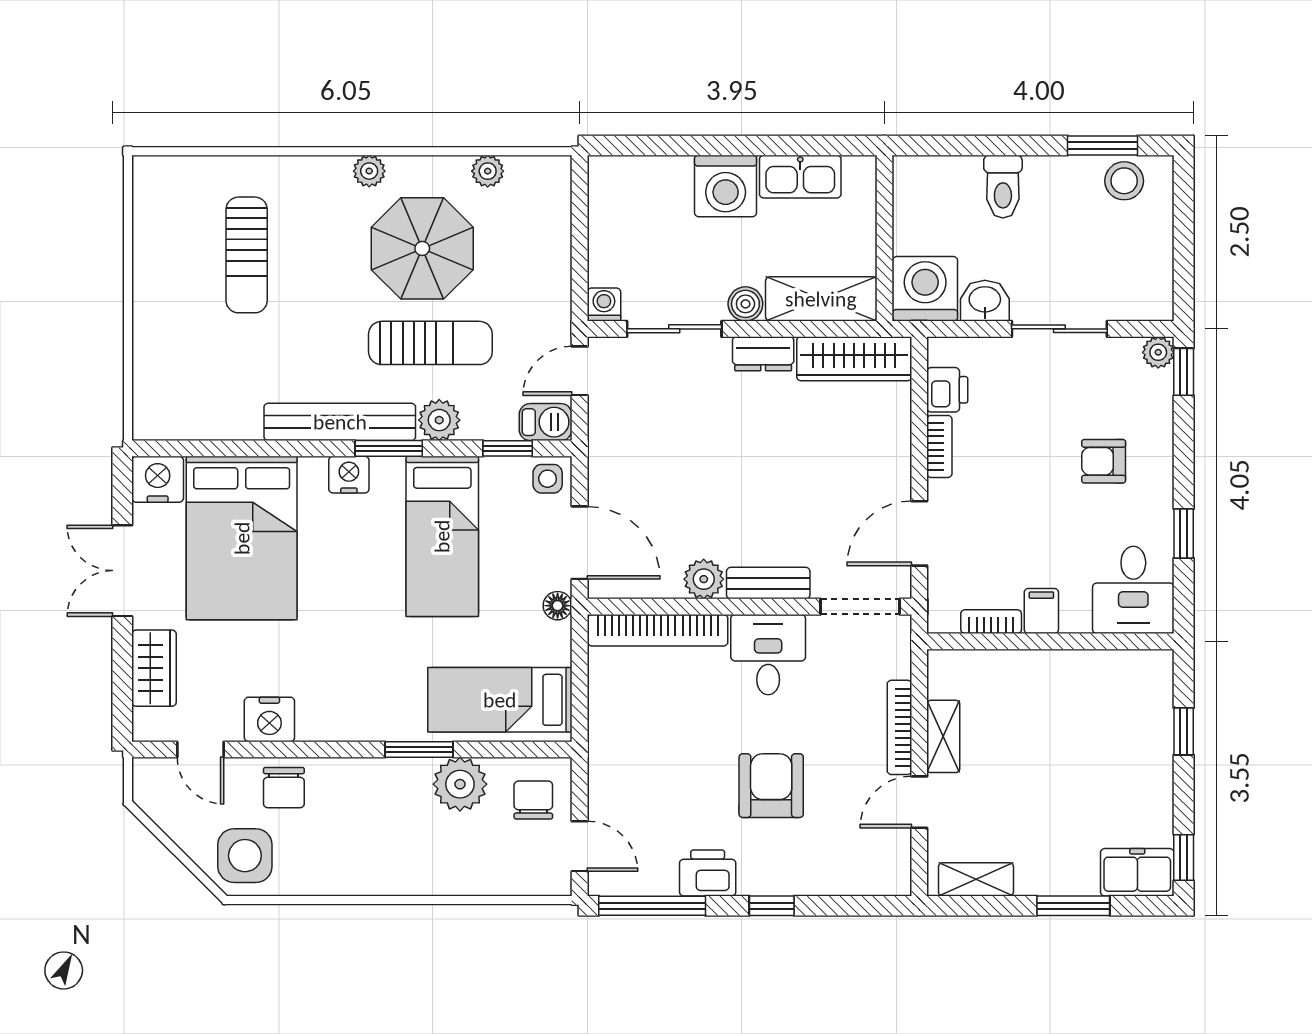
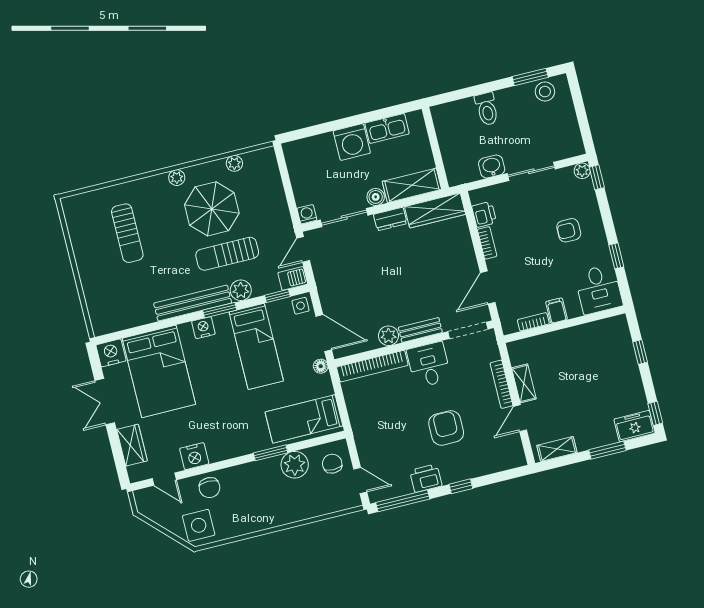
washing machine: (925, 289) -> (461, 168), removed
sun lounger: (430, 343) -> (227, 254), turned 180

